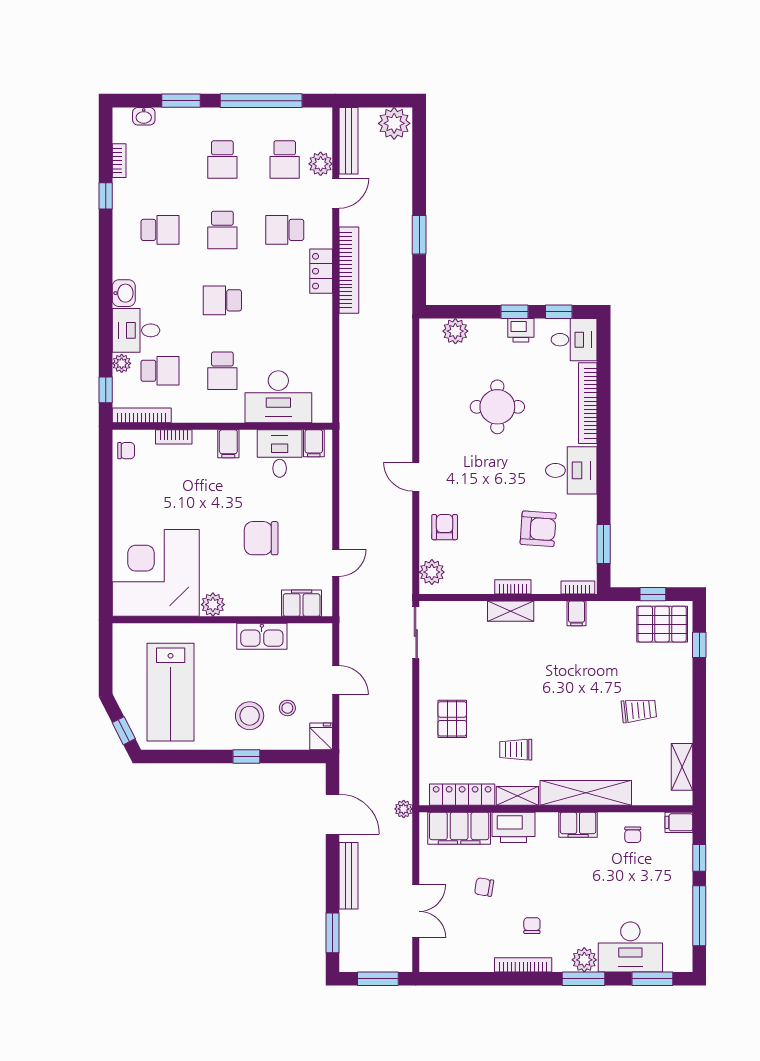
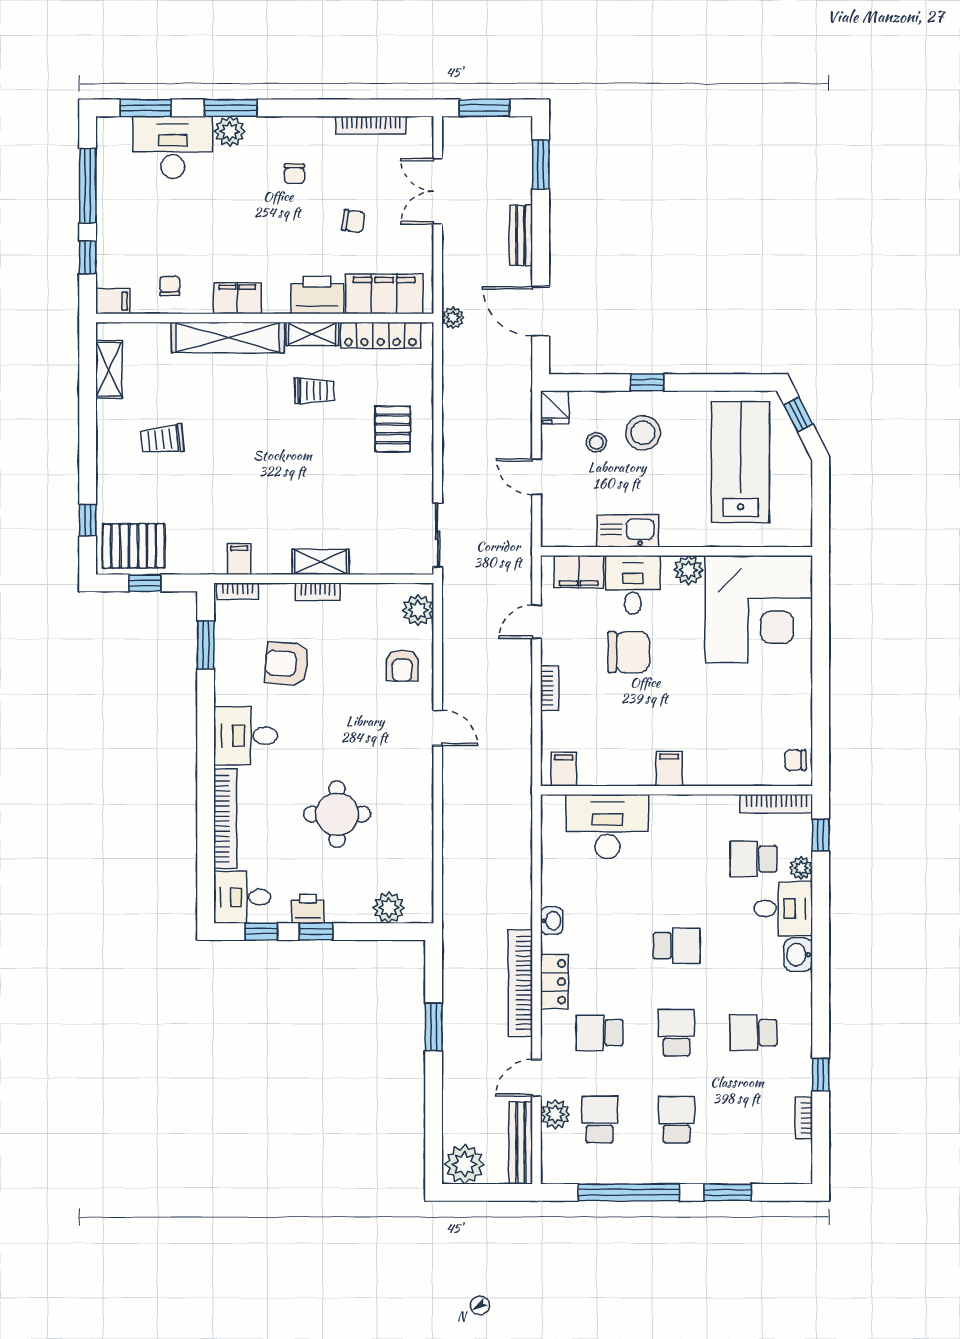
washbasin: (144, 116) -> (552, 921), moved, turned 90
school desk: (285, 230) -> (600, 1033), turned 180
school desk: (222, 371) -> (677, 859), removed
bookcase: (174, 437) -> (550, 688), moved, turned 90
desk: (280, 454) -> (633, 585), moved, turned 180
bench: (348, 876) -> (521, 235), width x0.73
bookcase: (523, 965) -> (371, 125), moved

